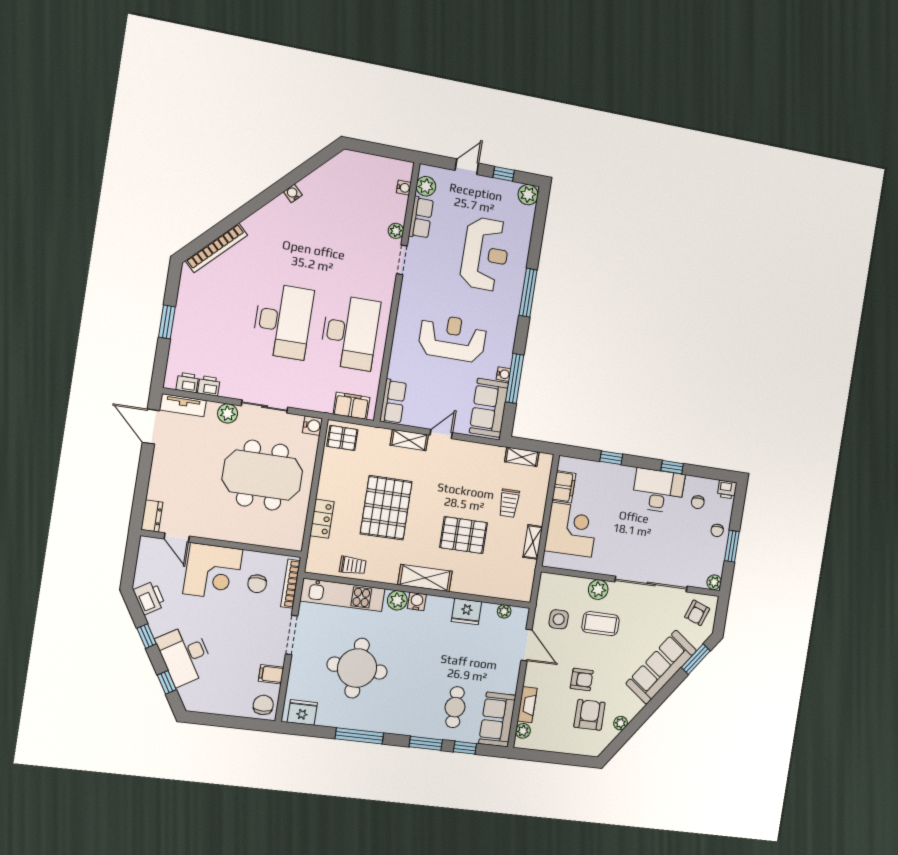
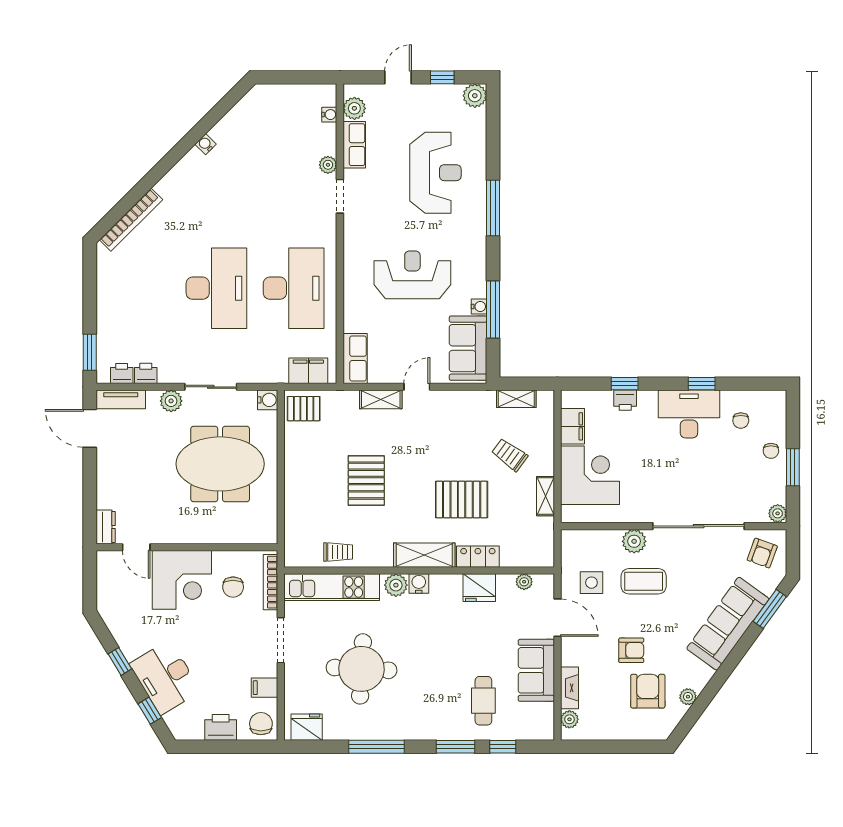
window: (167, 322) -> (90, 352), moved
printer: (727, 490) -> (625, 400), moved
trolley: (509, 503) -> (510, 455), turned 126
pallet: (386, 508) -> (366, 481), width x0.73, depth x0.71
locker: (322, 519) -> (478, 557), moved, turned -90
printer: (149, 598) -> (221, 727), moved, turned -59
sofa: (497, 719) -> (536, 670), moved

